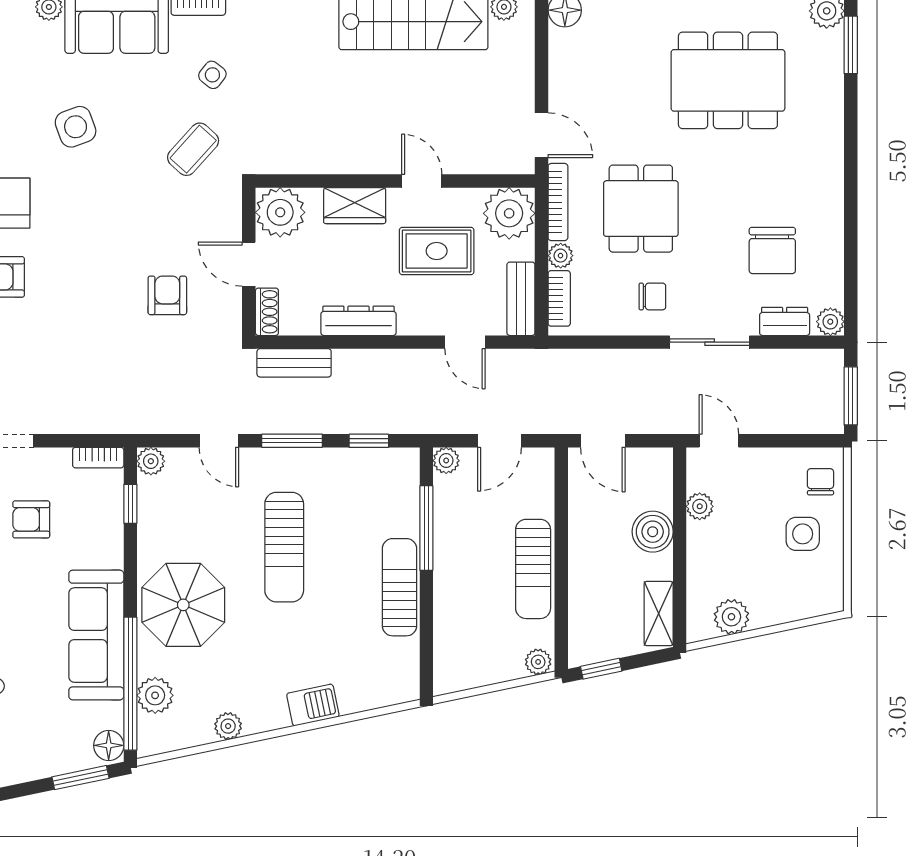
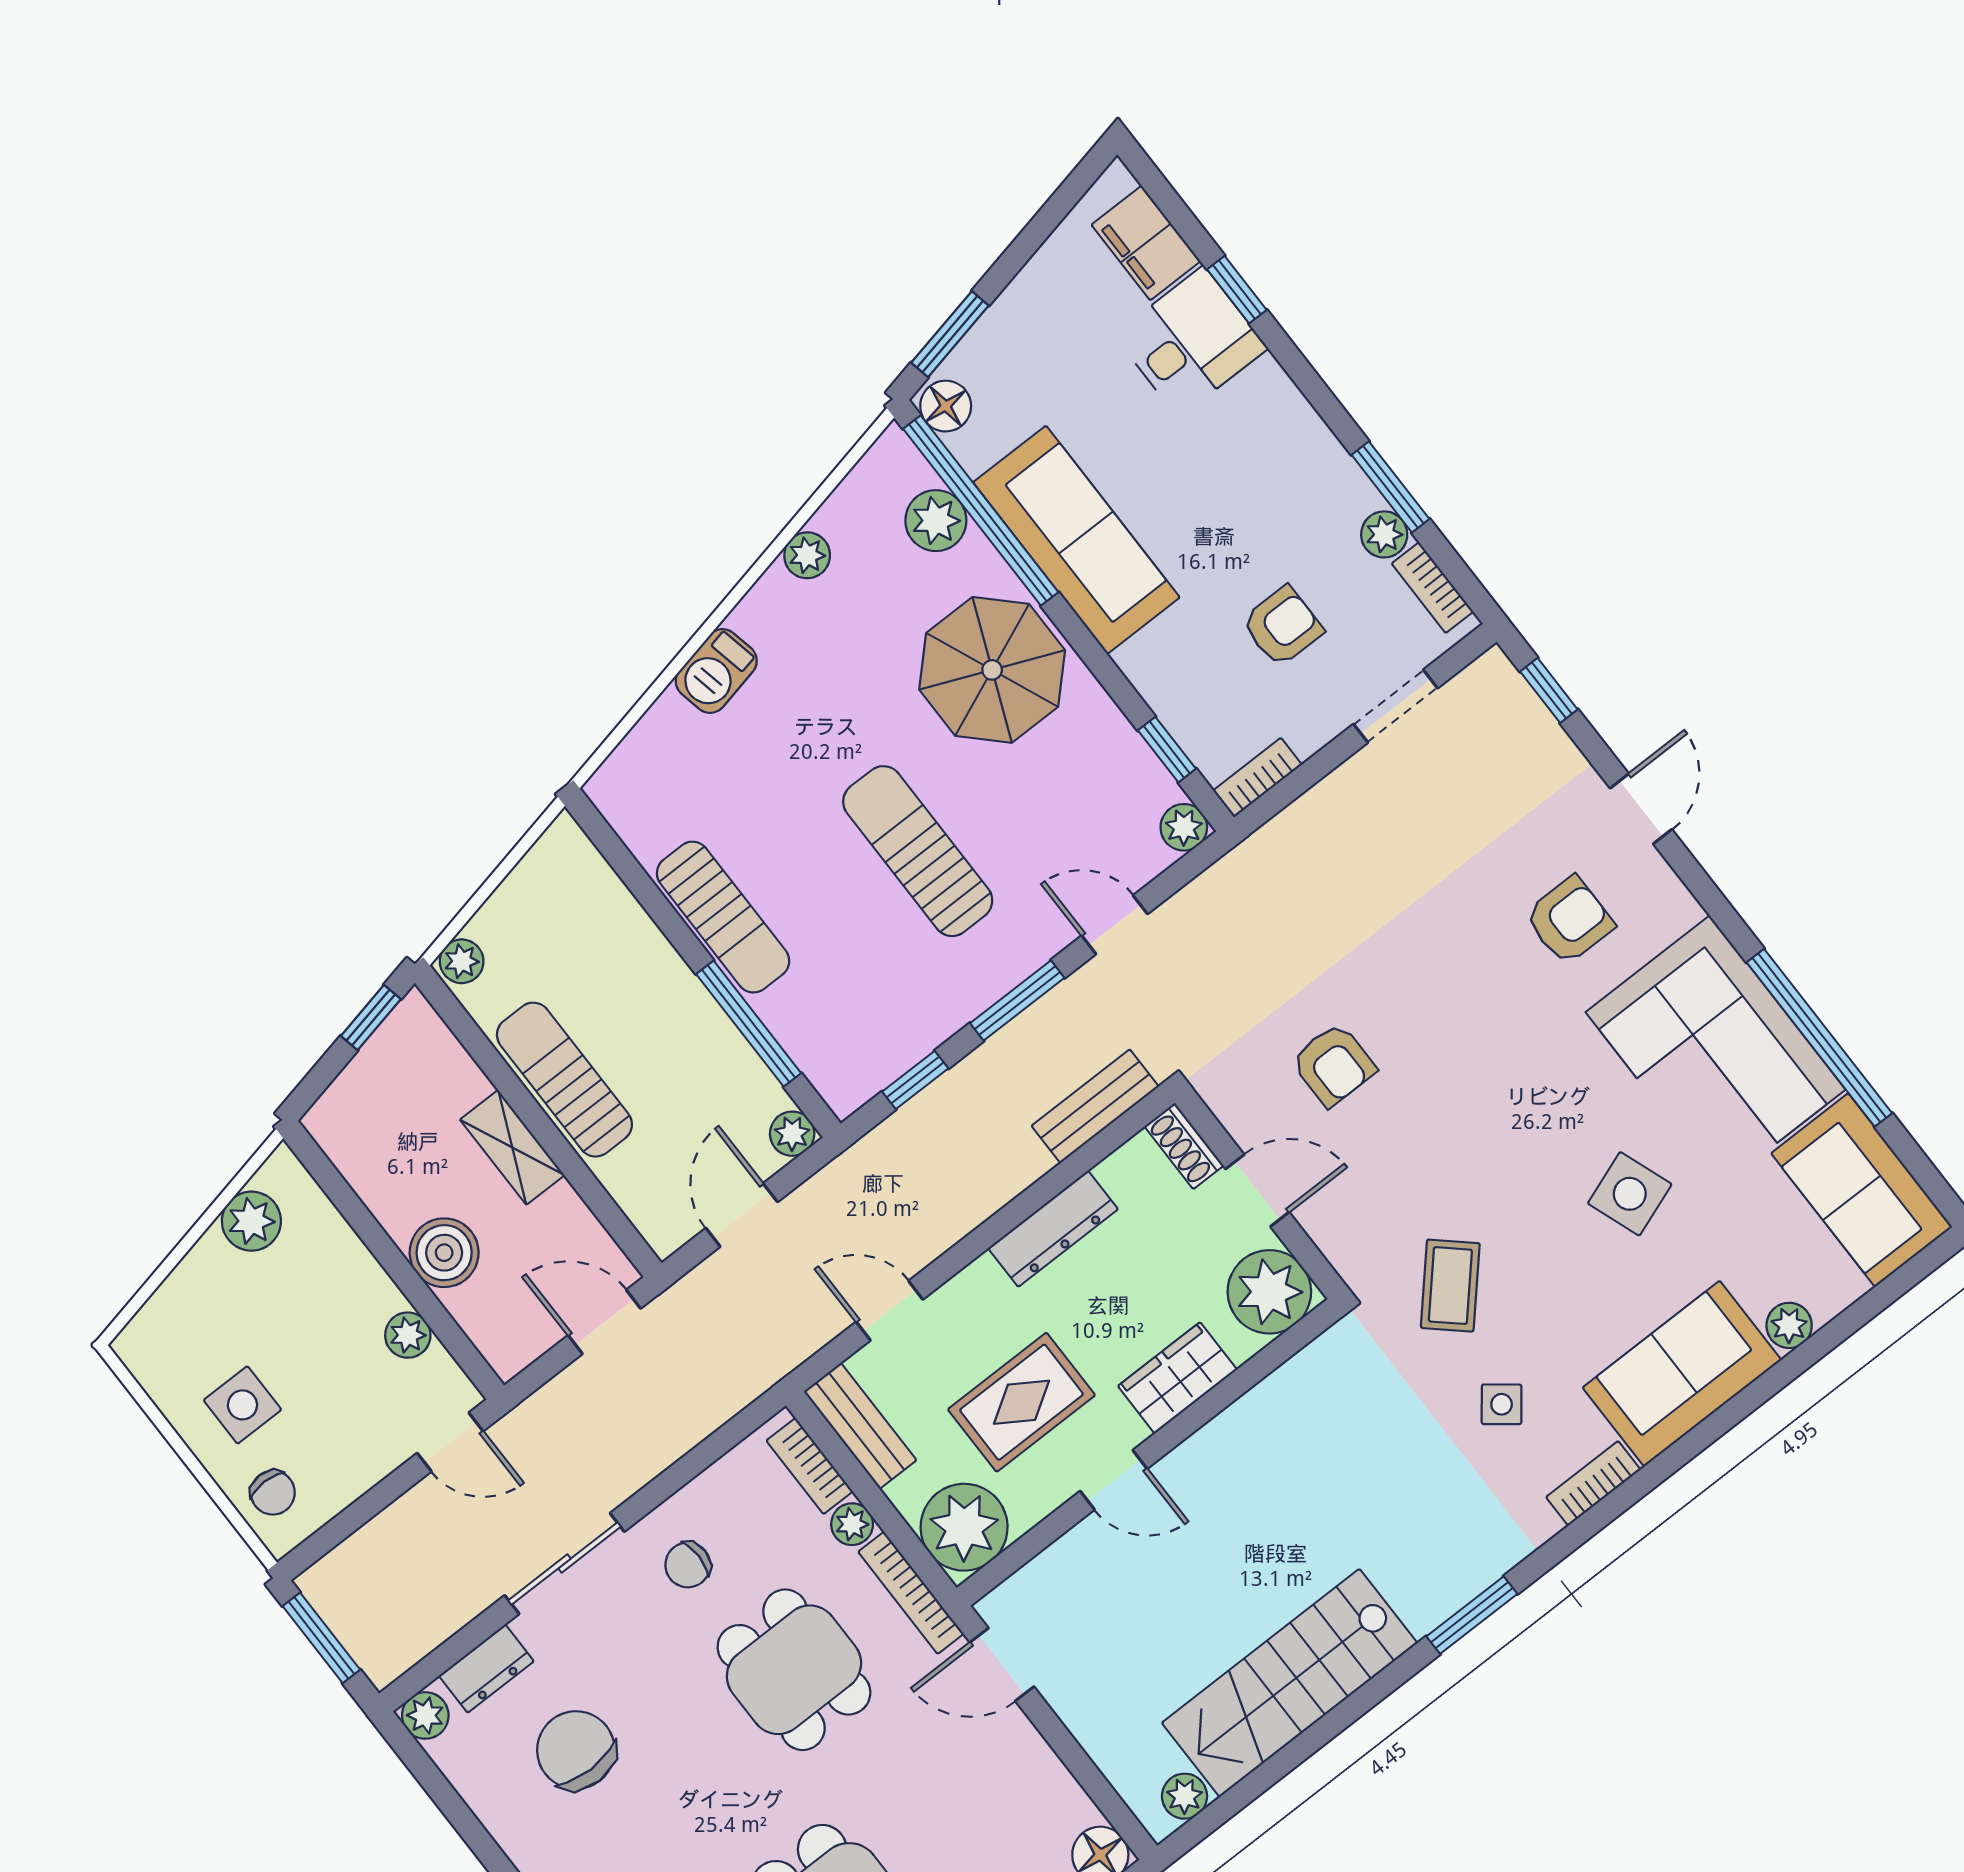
shelving: (659, 614) -> (512, 1147), moved

